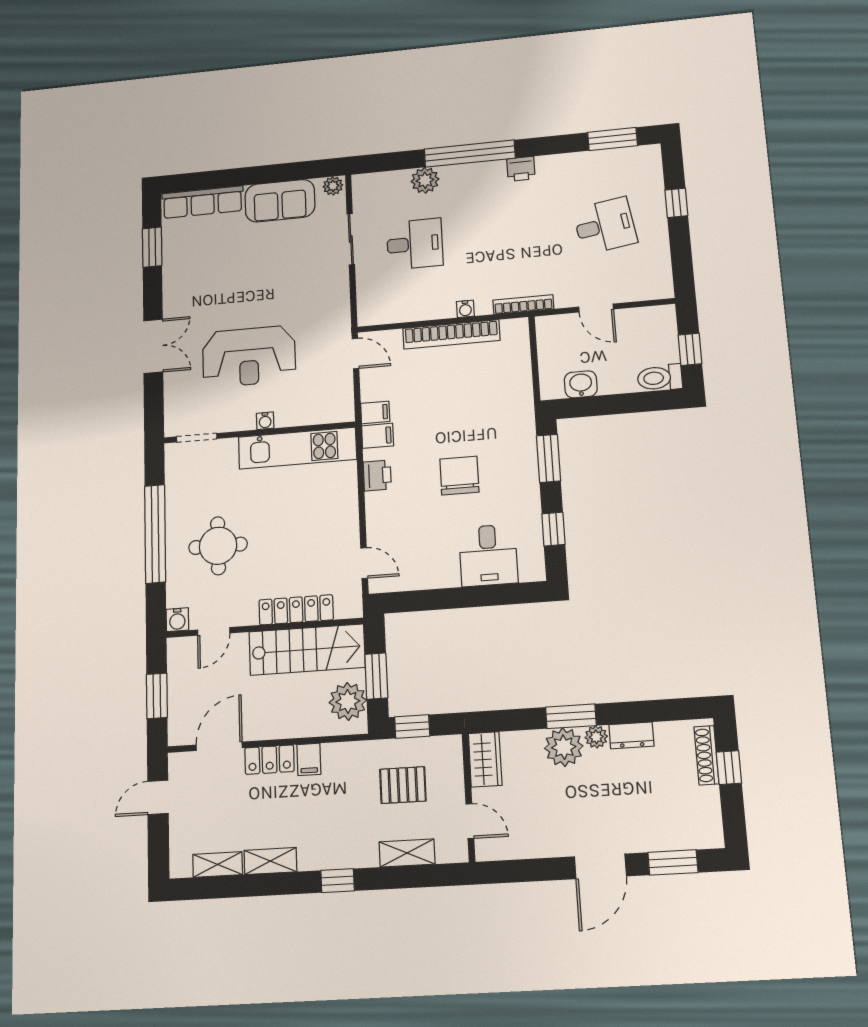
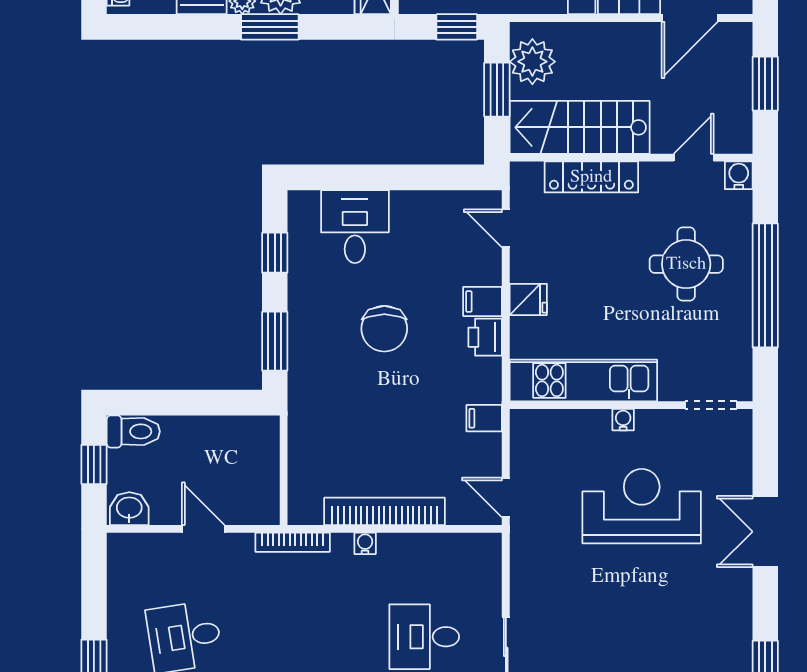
washbasin: (581, 384) -> (129, 509), moved, turned 180
filing cabinet: (378, 436) -> (483, 301), moved
fridge: (344, 508) -> (528, 299), added

